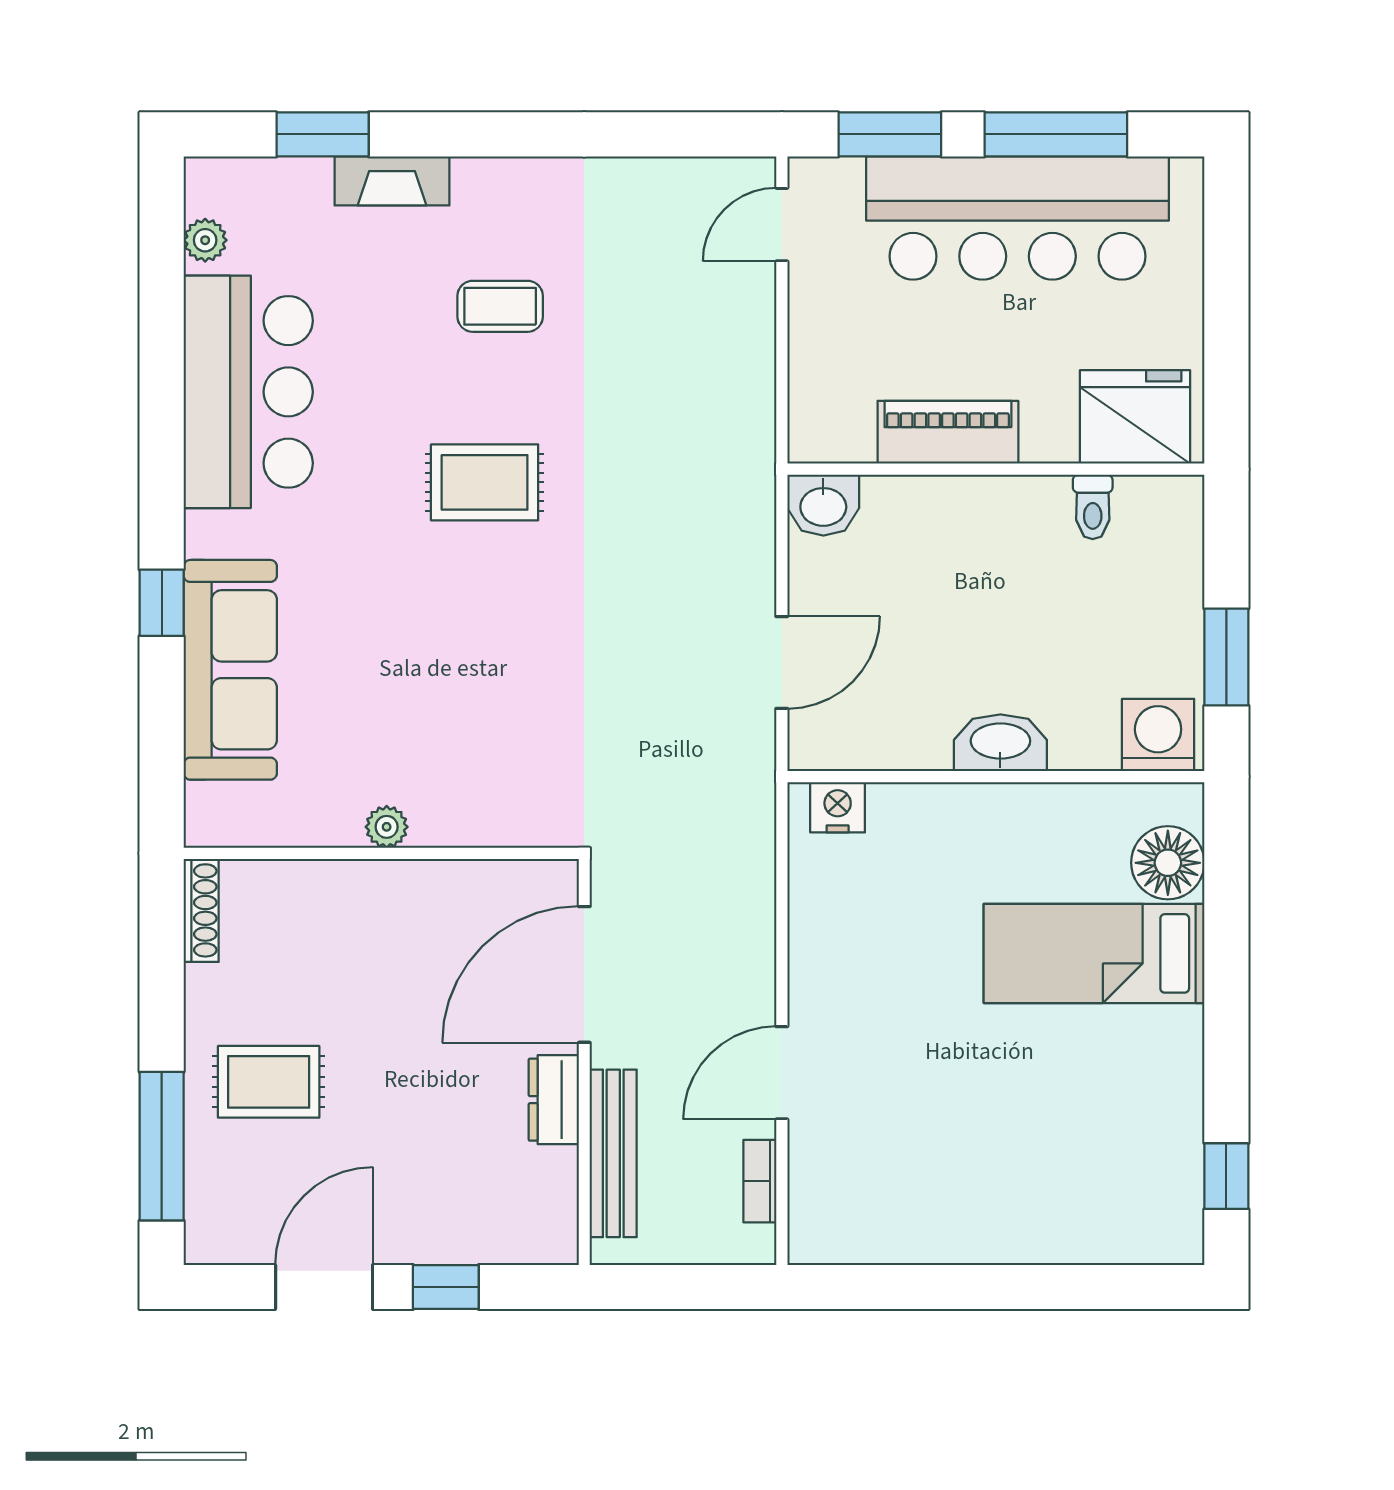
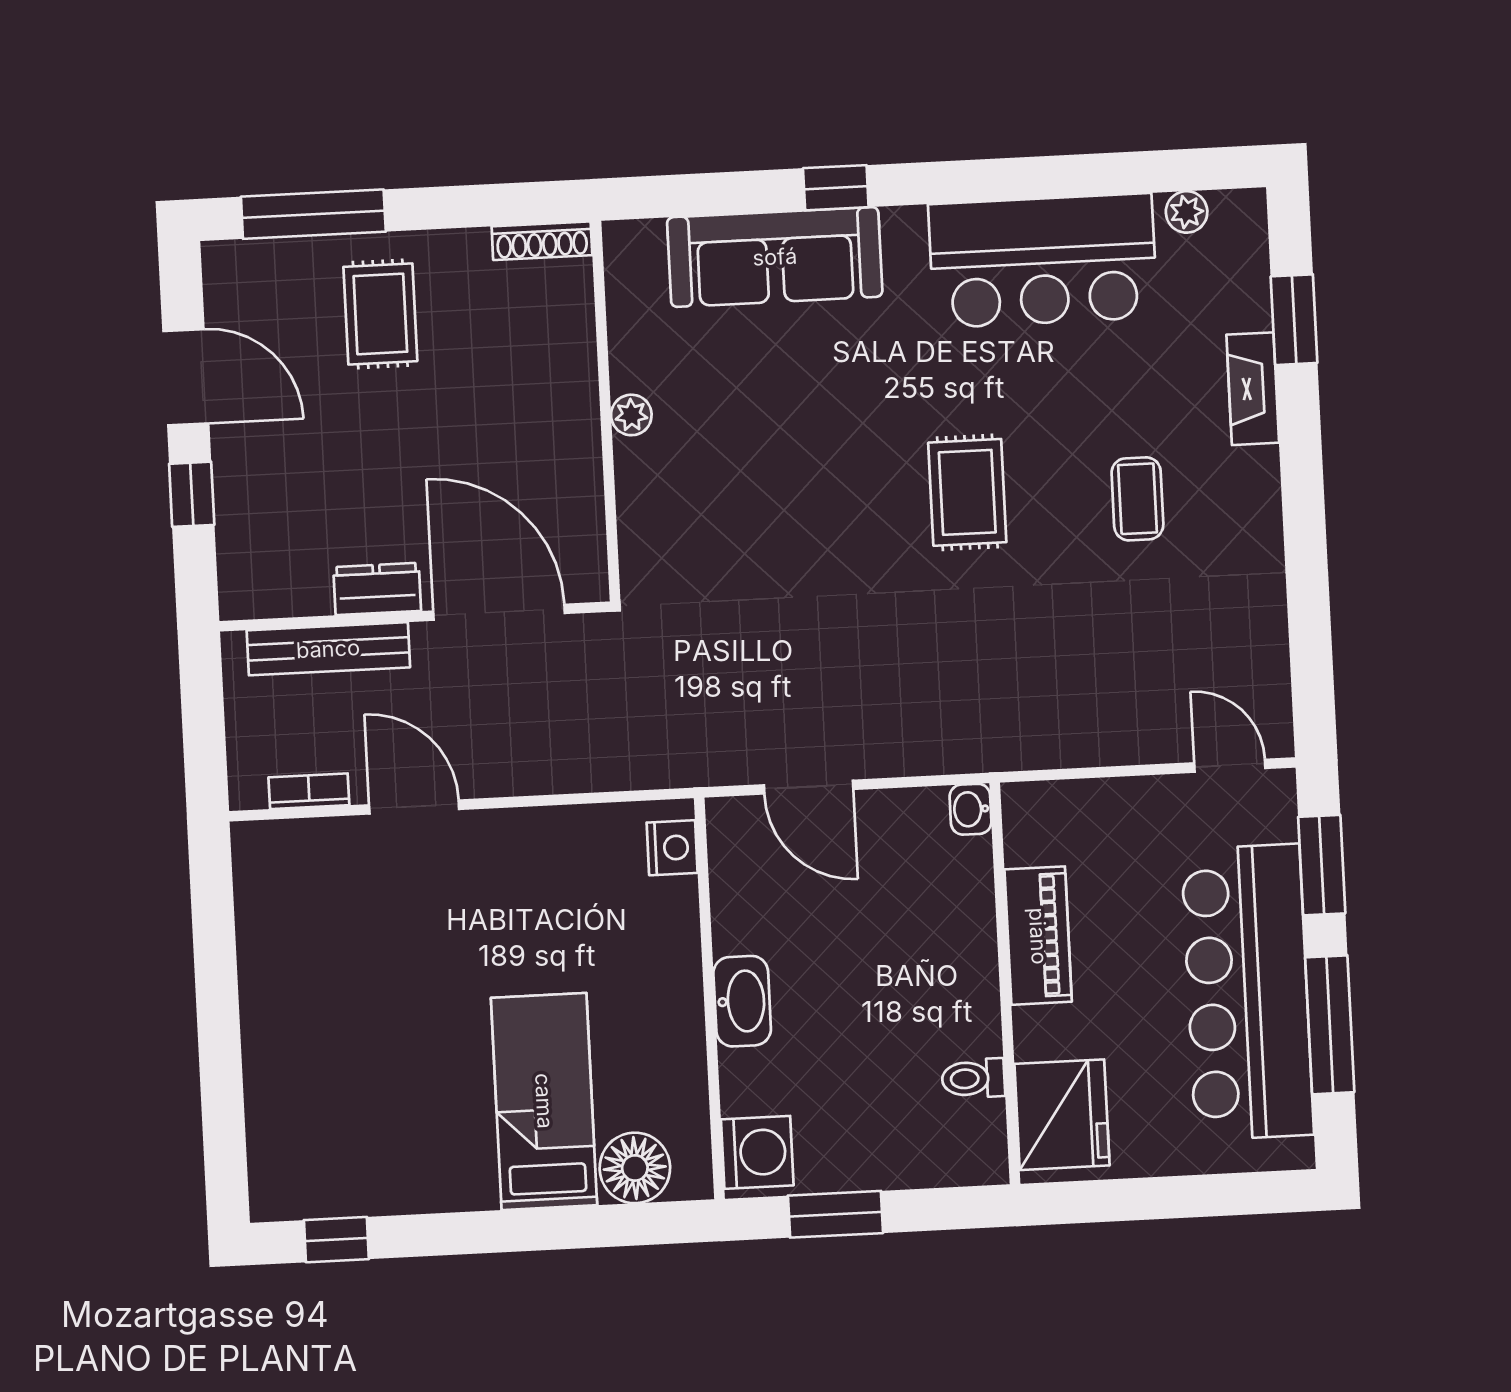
washbasin: (823, 505) -> (971, 809), width x0.72, depth x0.69

